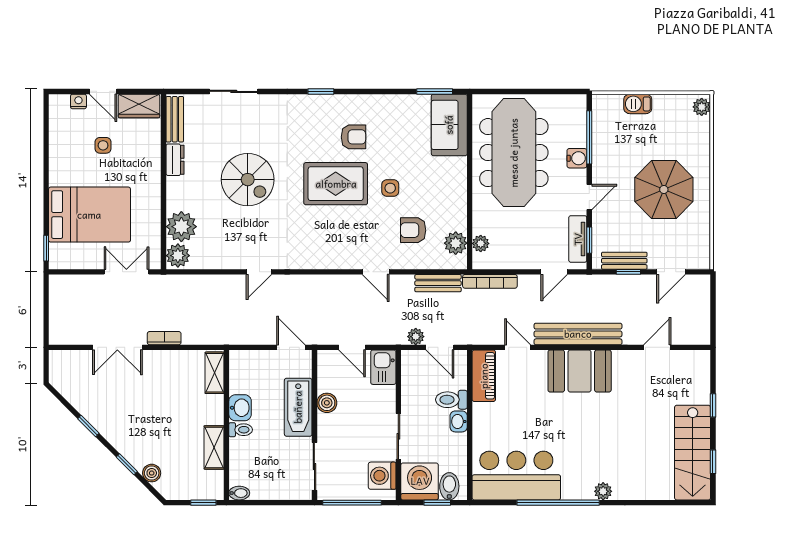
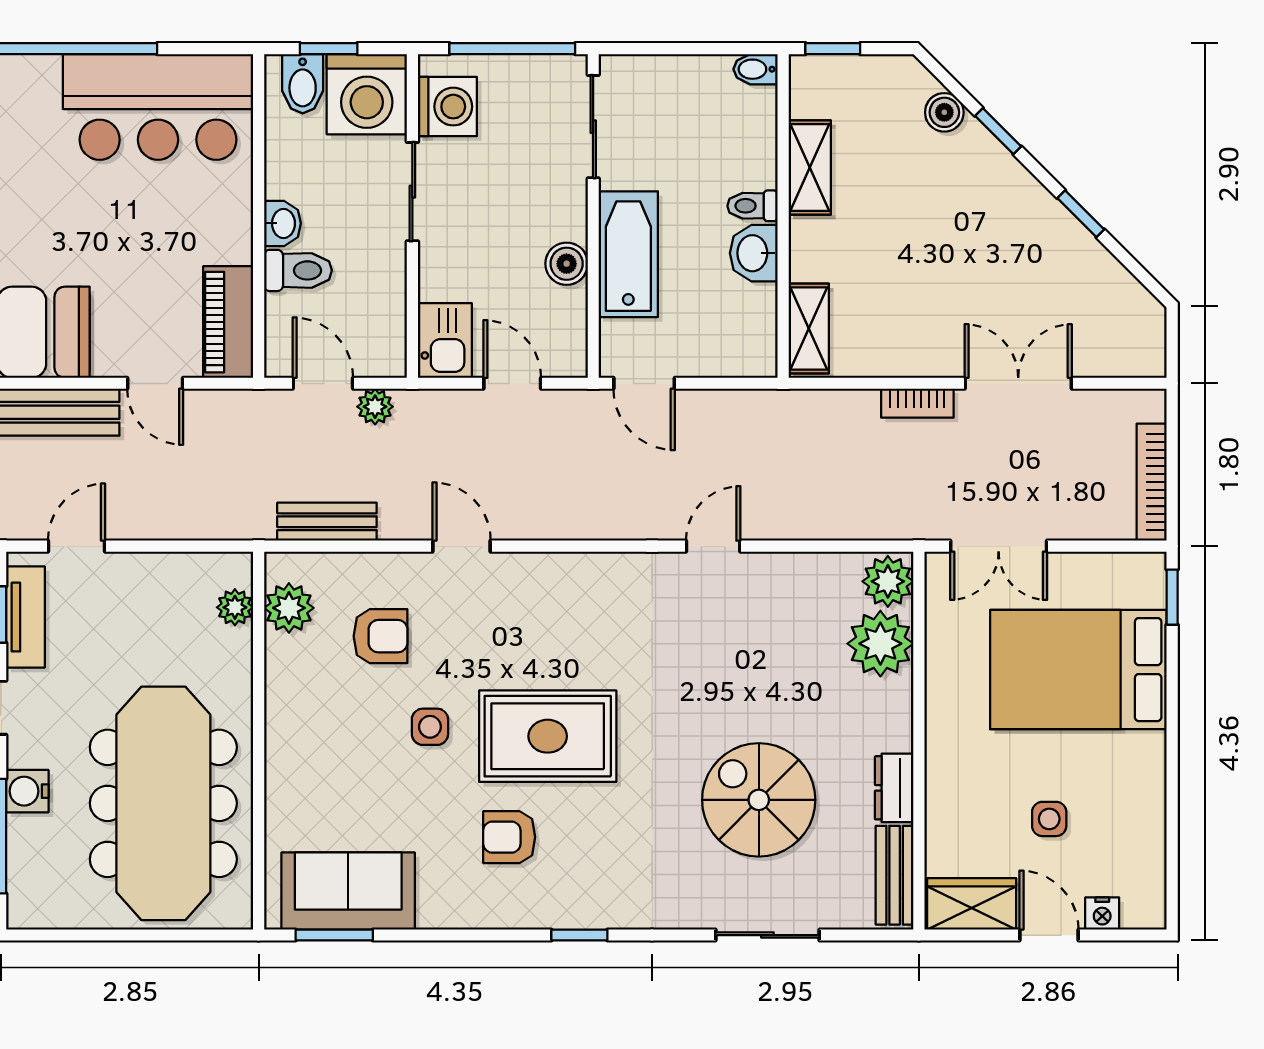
sofa: (449, 125) -> (348, 891), moved, turned -90
spiral stairs: (248, 180) -> (759, 800), moved
bookcase: (490, 281) -> (1152, 482), moved, turned -90

